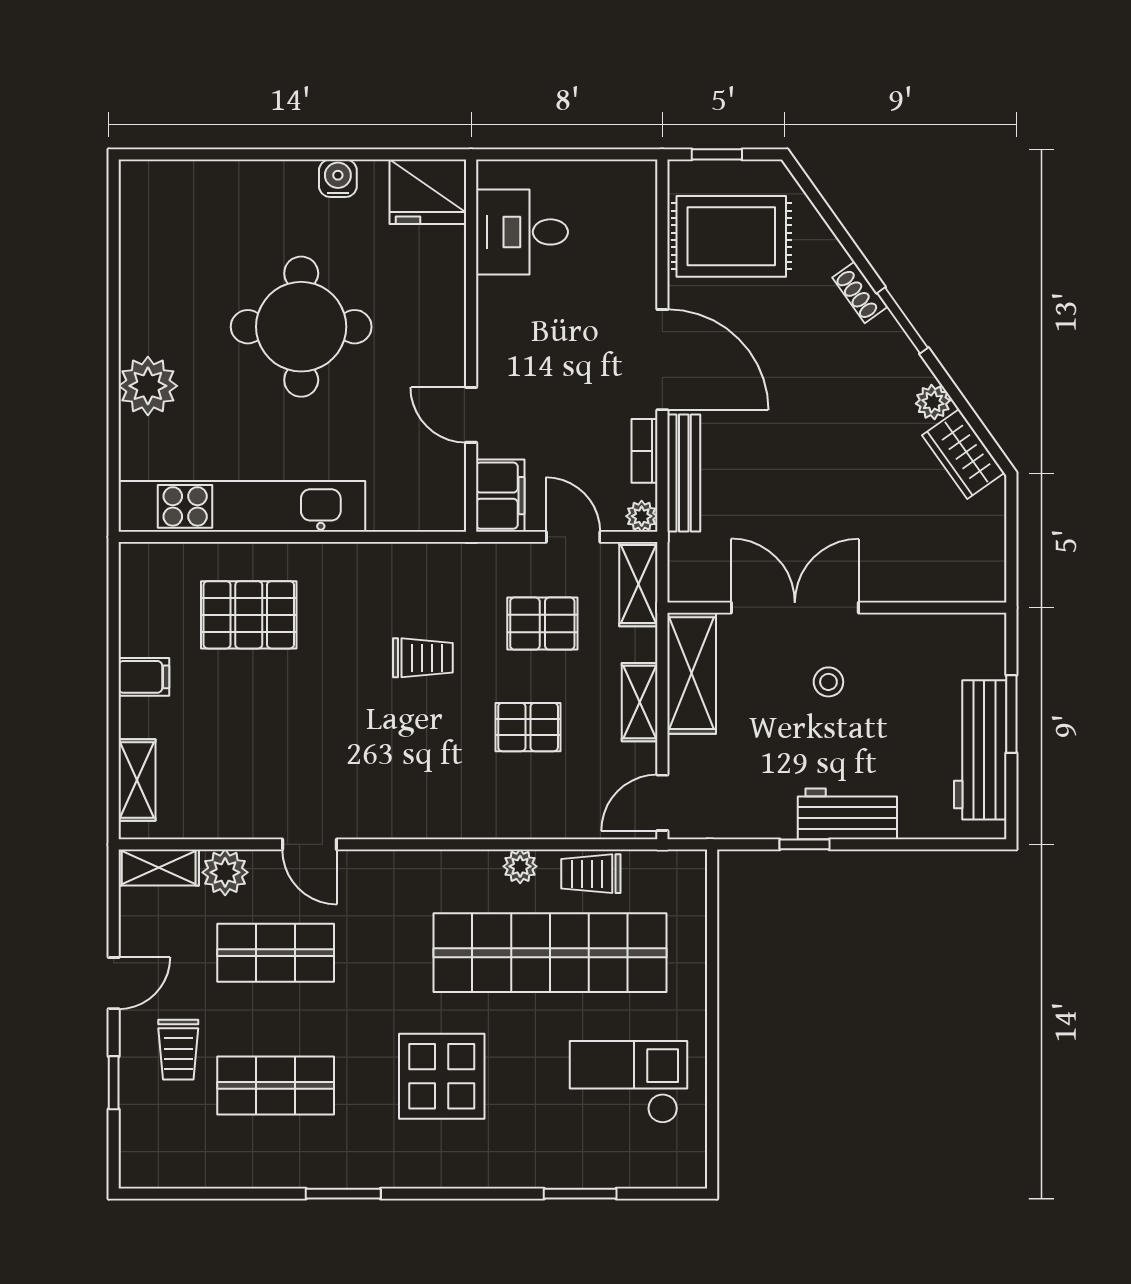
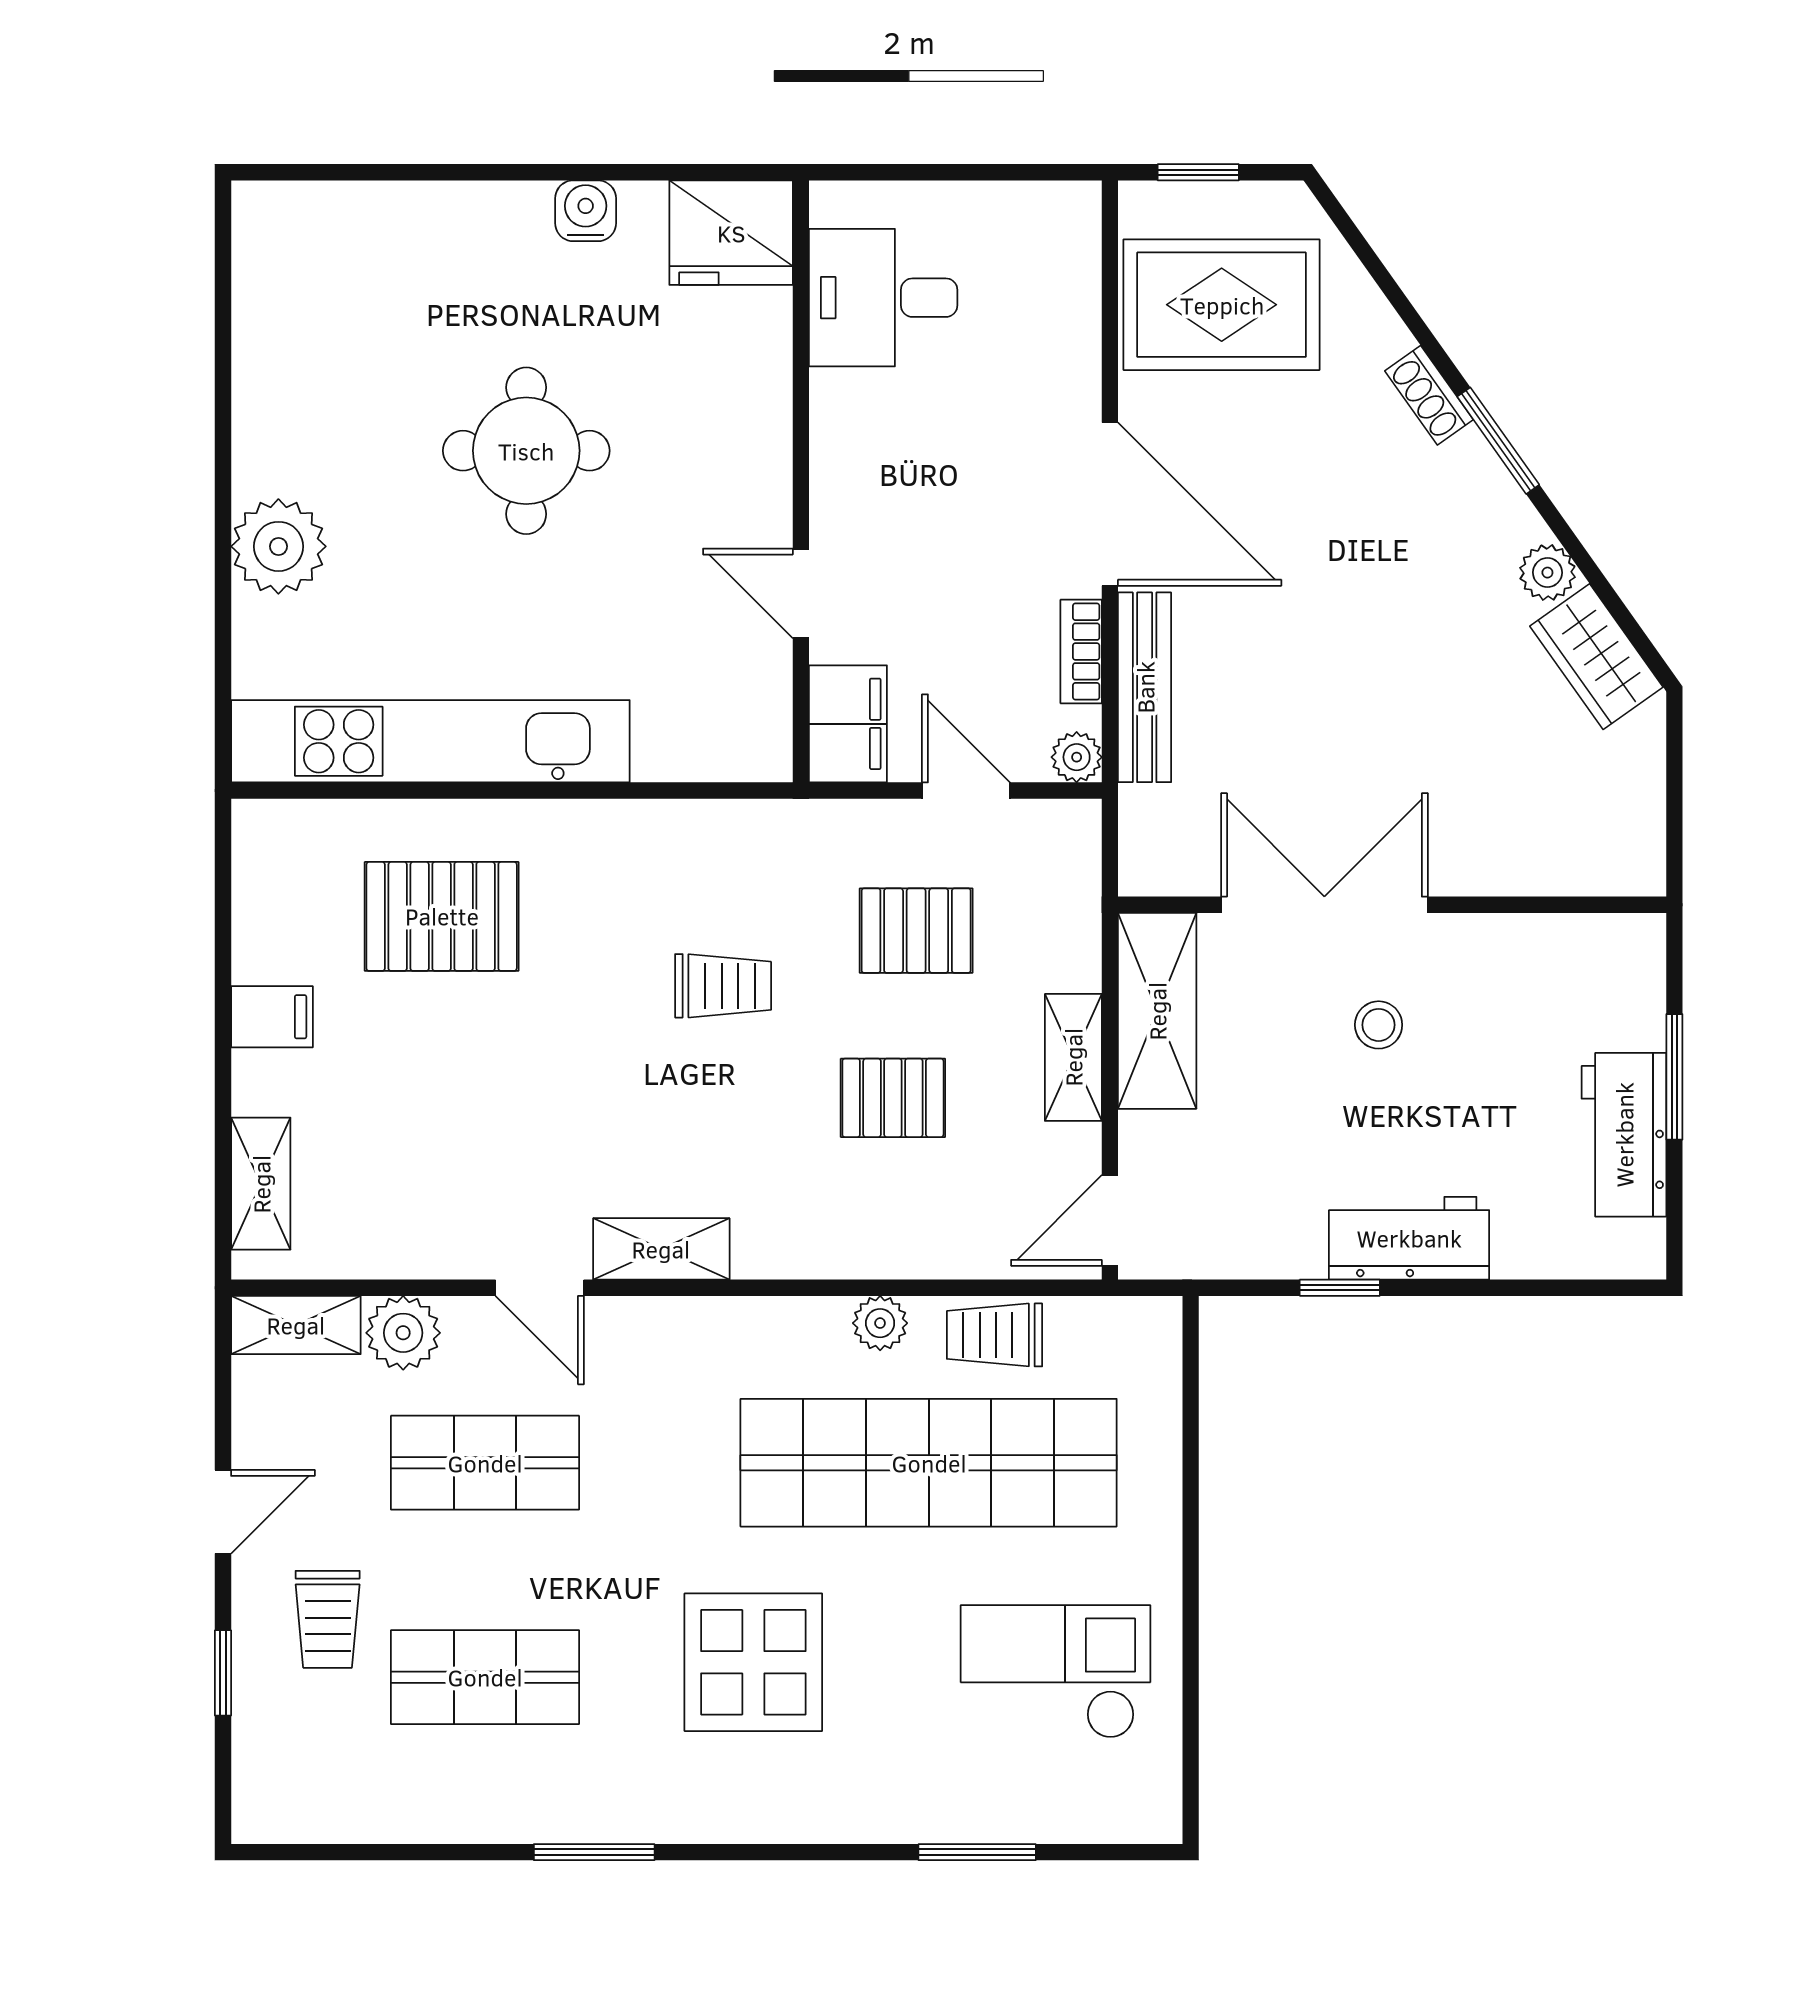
round table: (301, 327) -> (526, 451), width x0.73, depth x0.73
shelving: (638, 584) -> (661, 1249), moved, turned 90
workbench: (980, 750) -> (1624, 1135), width x0.73

